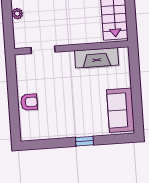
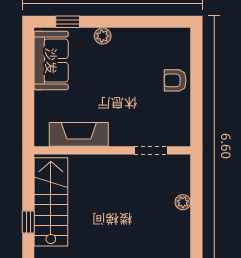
plant: (84, 131) -> (103, 36), added
window: (84, 141) -> (68, 22), moved

